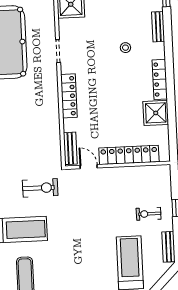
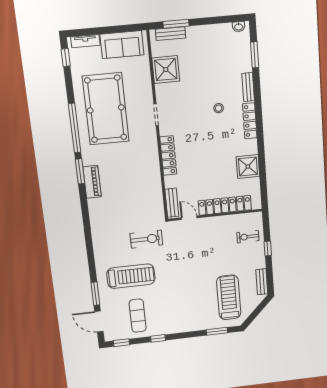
locker: (160, 79) -> (250, 121), moved
exercise bike: (149, 214) -> (248, 237), moved

